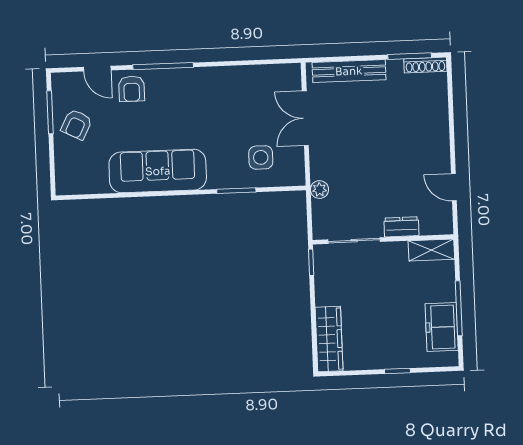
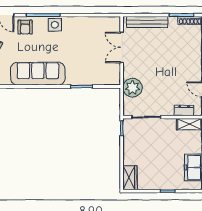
side table: (261, 157) -> (55, 25), moved
plant: (319, 190) -> (132, 88), width x1.88, depth x1.88
dresser: (401, 227) -> (184, 110), moved
wardrobe: (329, 339) -> (130, 178), width x0.67

